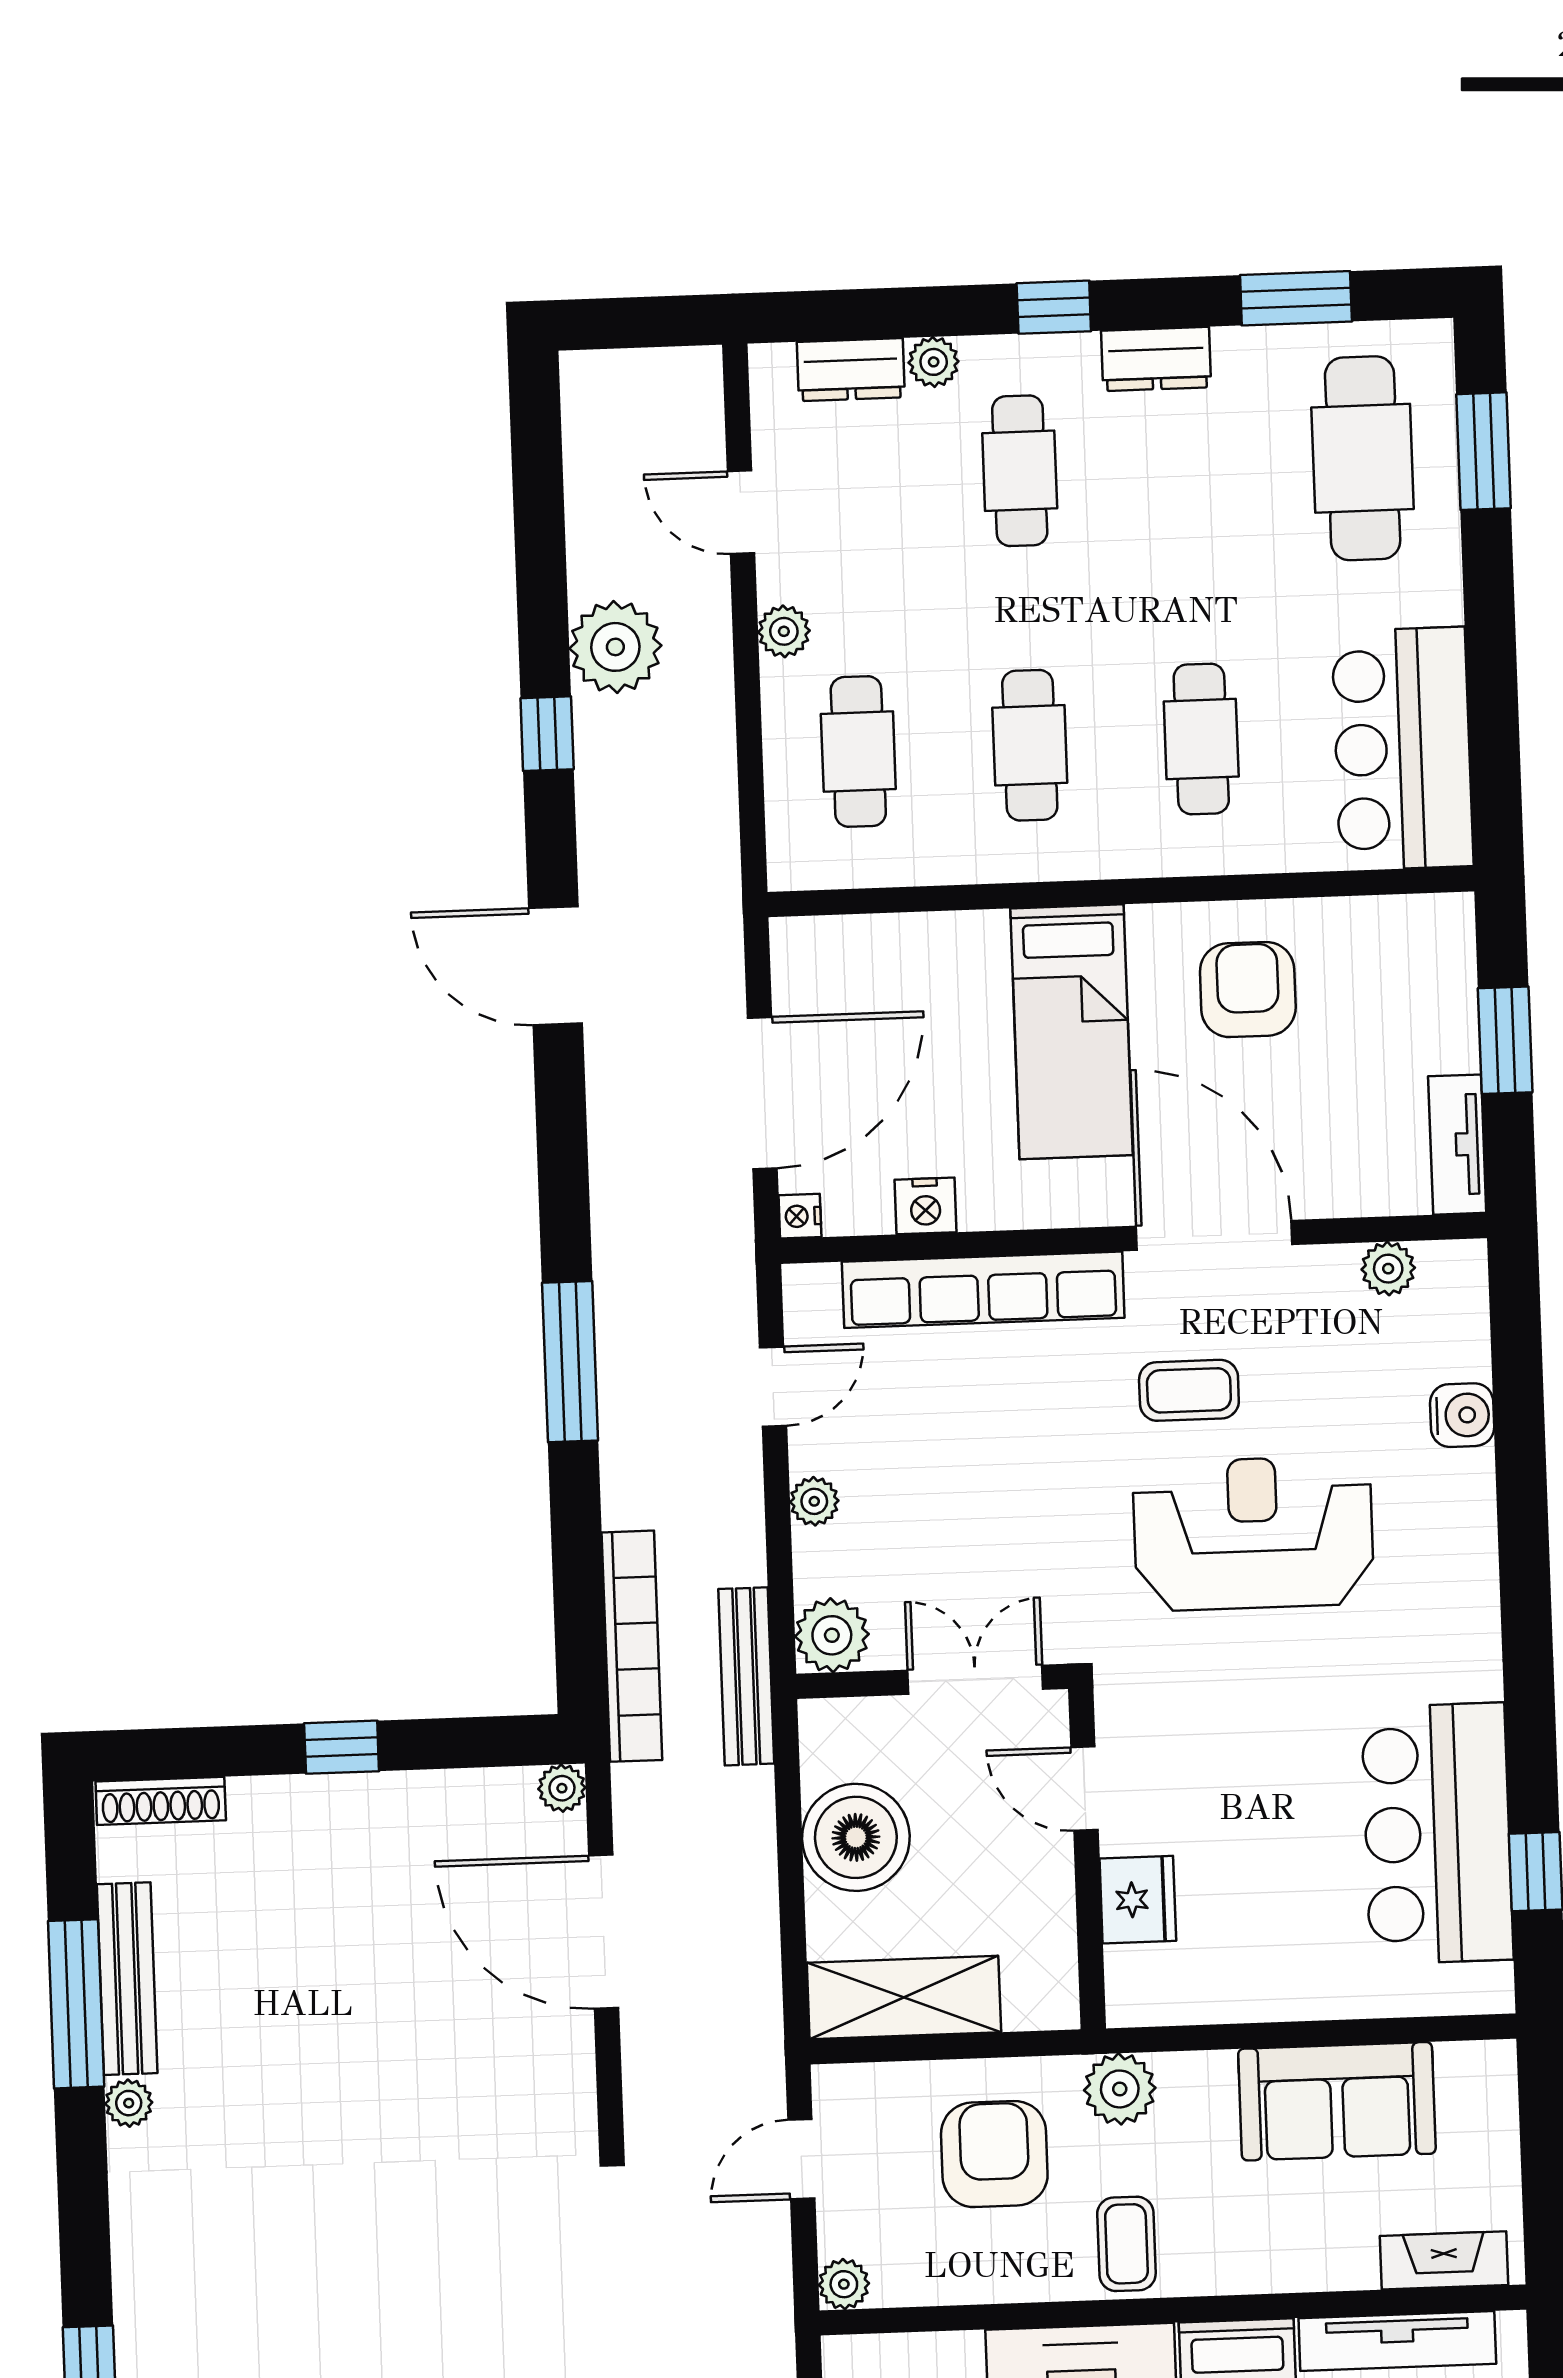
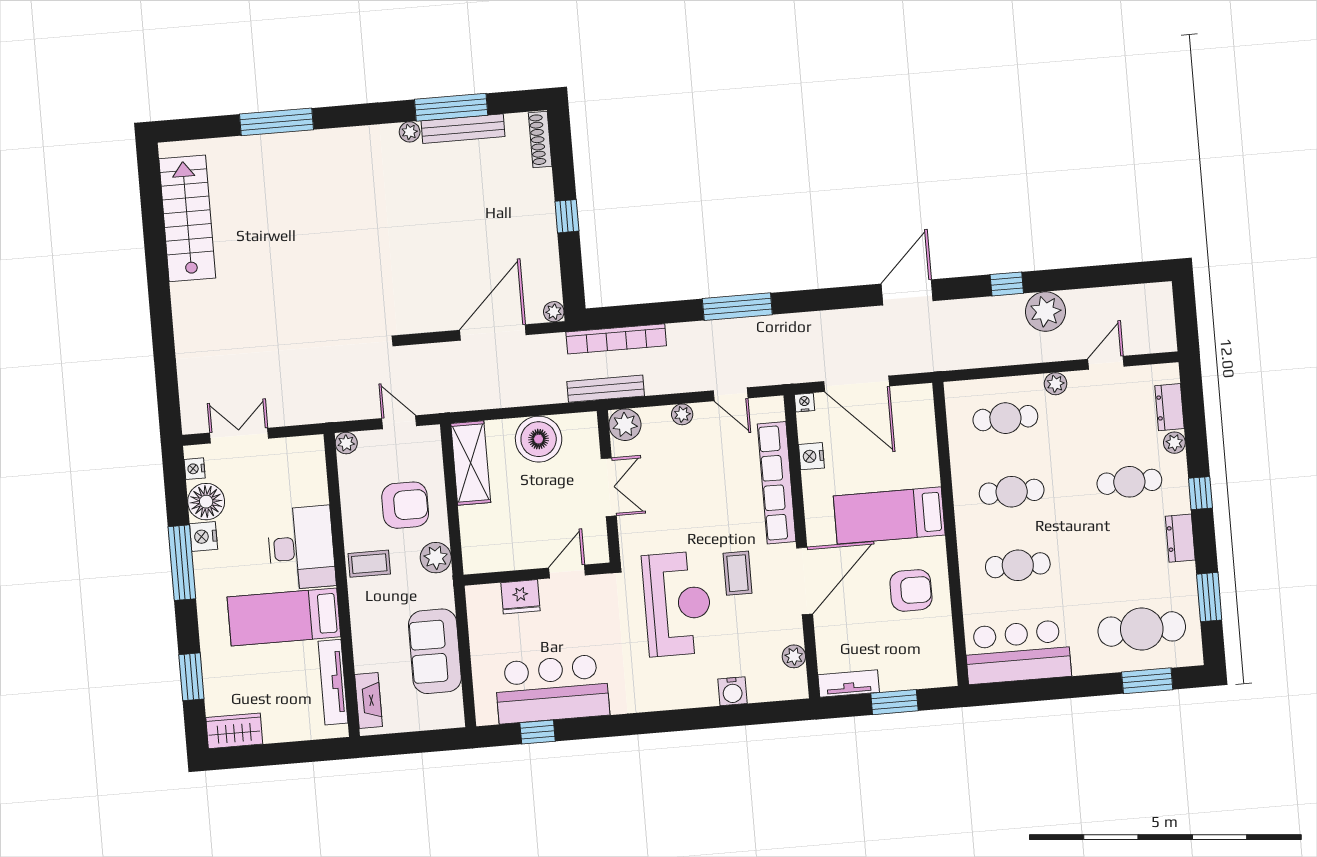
door: (1084, 1789) -> (567, 572), moved
wall: (1087, 1859) -> (537, 574), moved
fridge: (1138, 1900) -> (520, 597), moved

